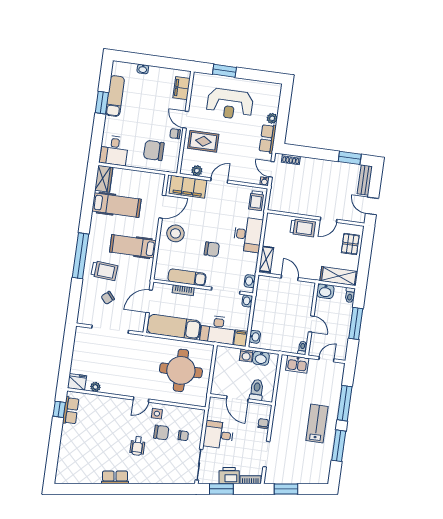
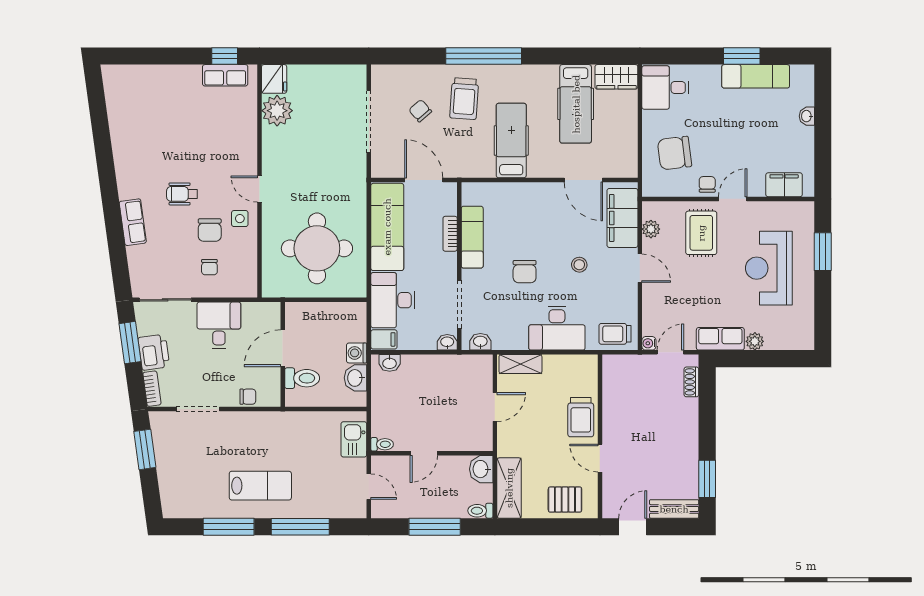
chair: (154, 150) -> (675, 153), turned -97
stool: (175, 233) -> (579, 265), moved, width x0.53, depth x0.53
plant: (95, 387) -> (277, 111), width x1.88, depth x1.88
row of seats: (115, 477) -> (133, 222), moved

